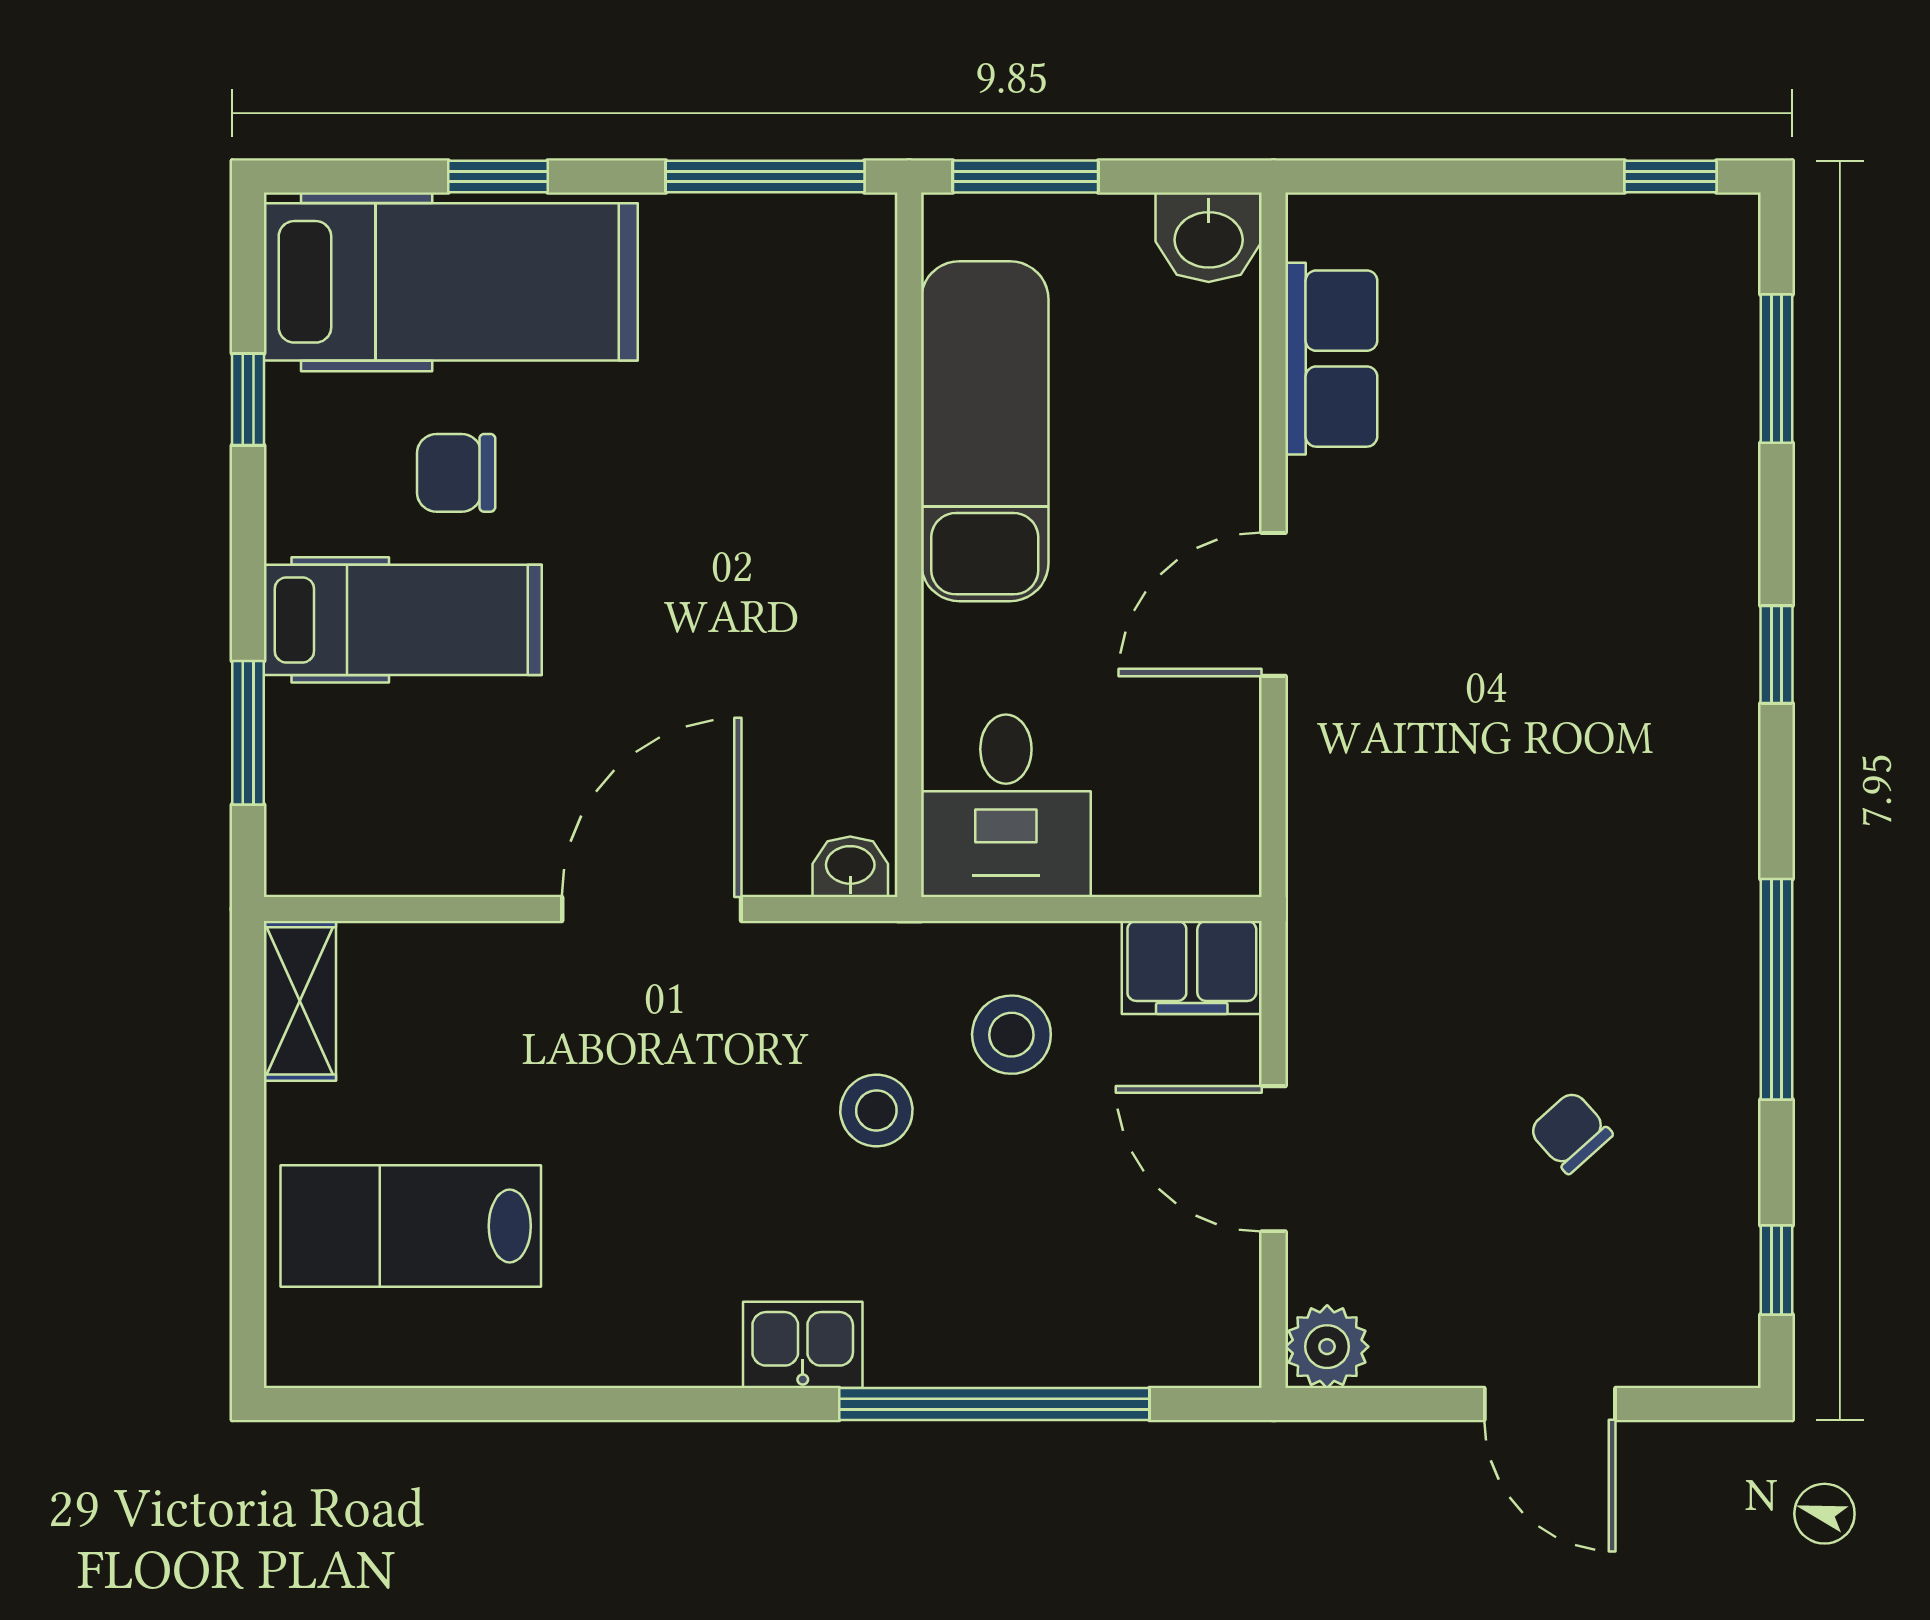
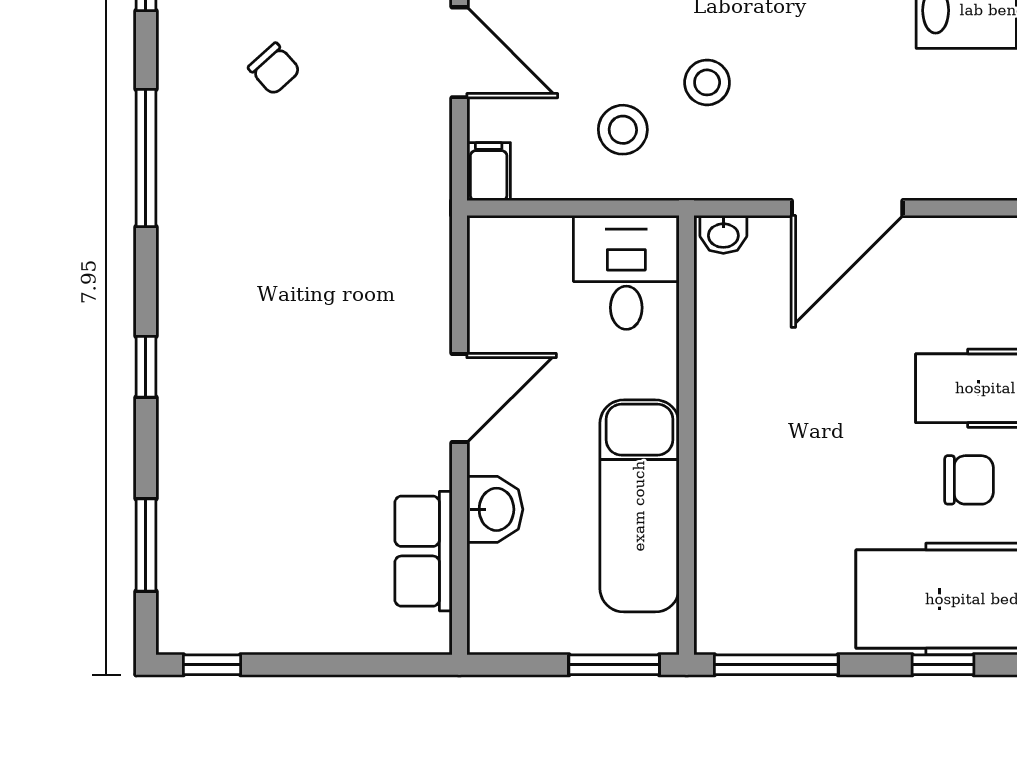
washbasin: (1209, 237) -> (495, 509), moved, turned 90
filing cabinet: (1192, 968) -> (489, 172), width x0.50

